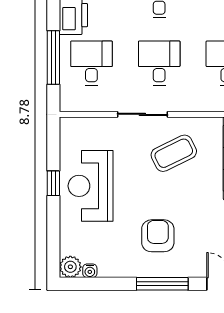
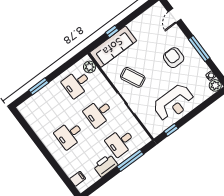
window: (53, 183) -> (171, 130), moved
armchair: (158, 236) -> (174, 58), turned 90
window: (162, 284) -> (199, 49), moved

